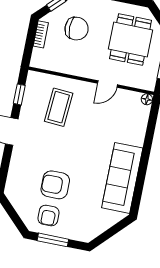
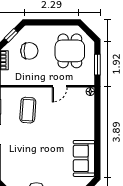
sofa: (122, 178) -> (84, 158), width x0.73
armchair: (55, 185) -> (37, 167), removed

